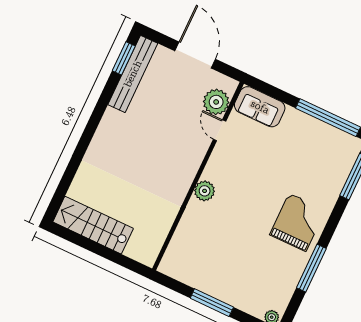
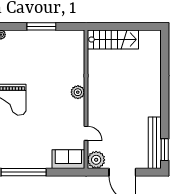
plant: (216, 102) -> (96, 160), moved
stairs: (93, 225) -> (113, 39), moved

